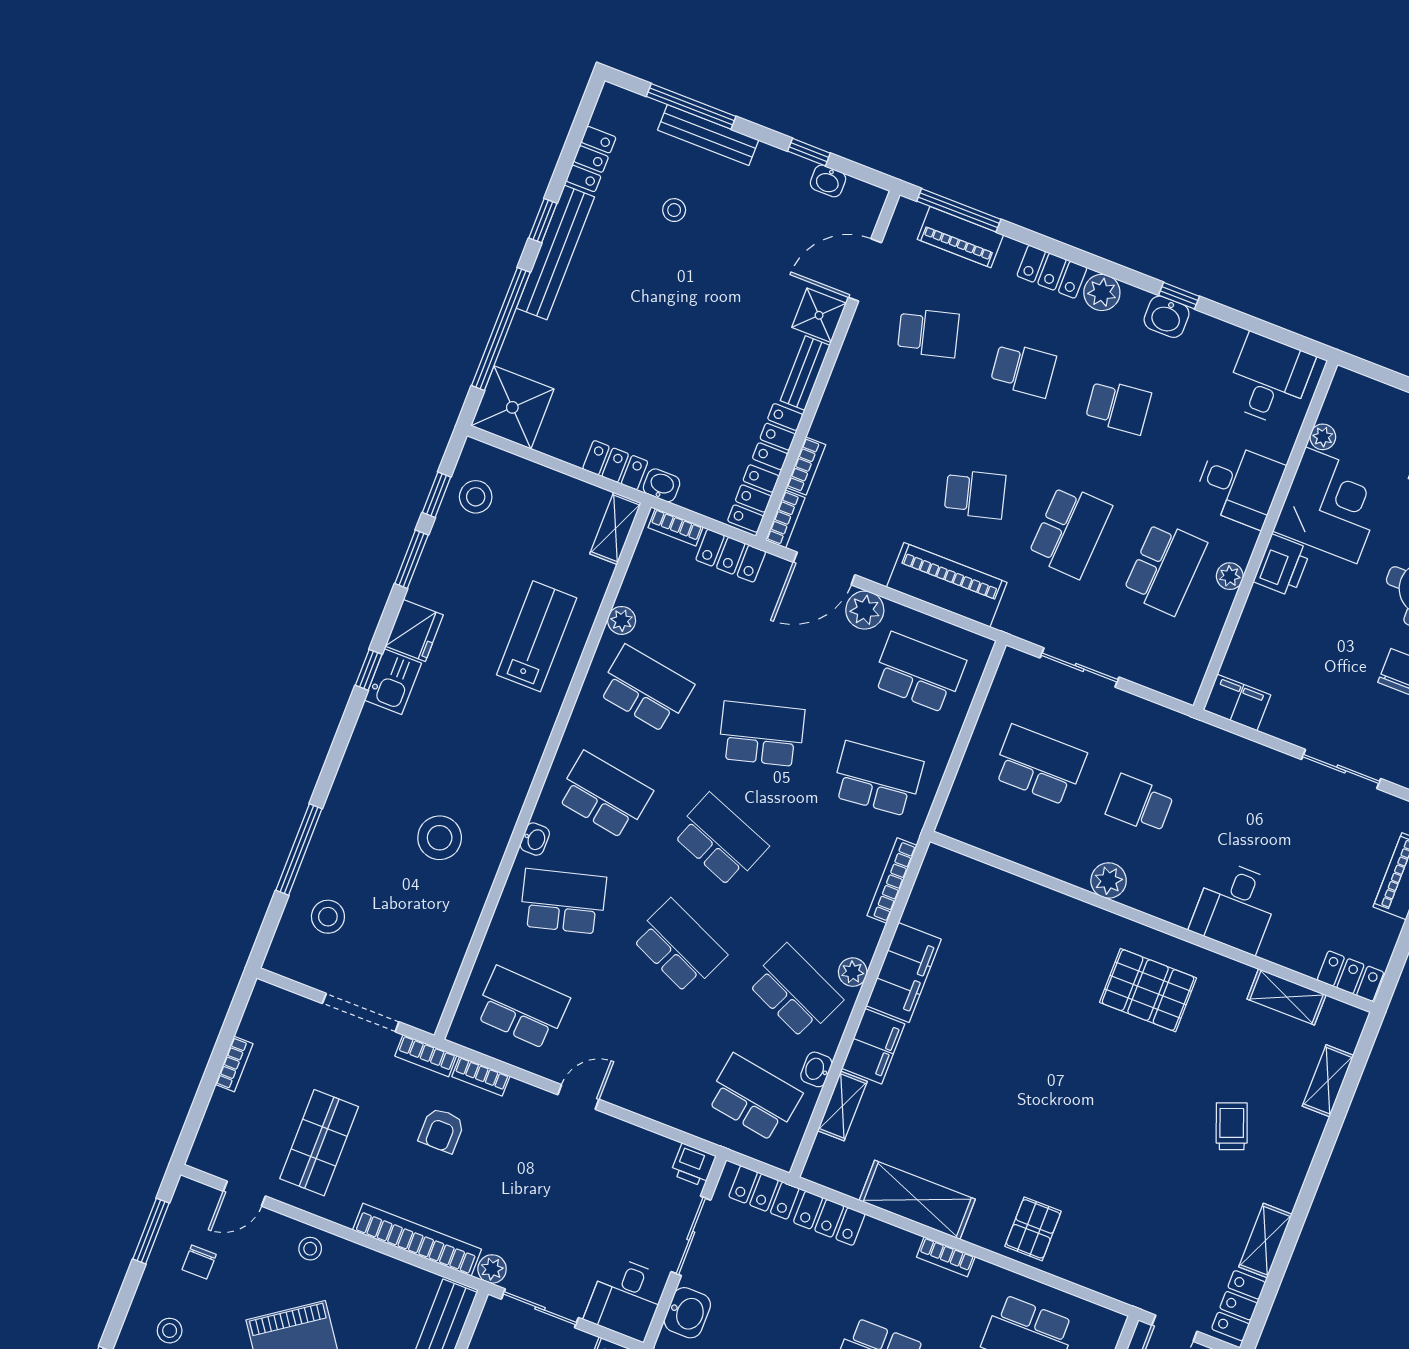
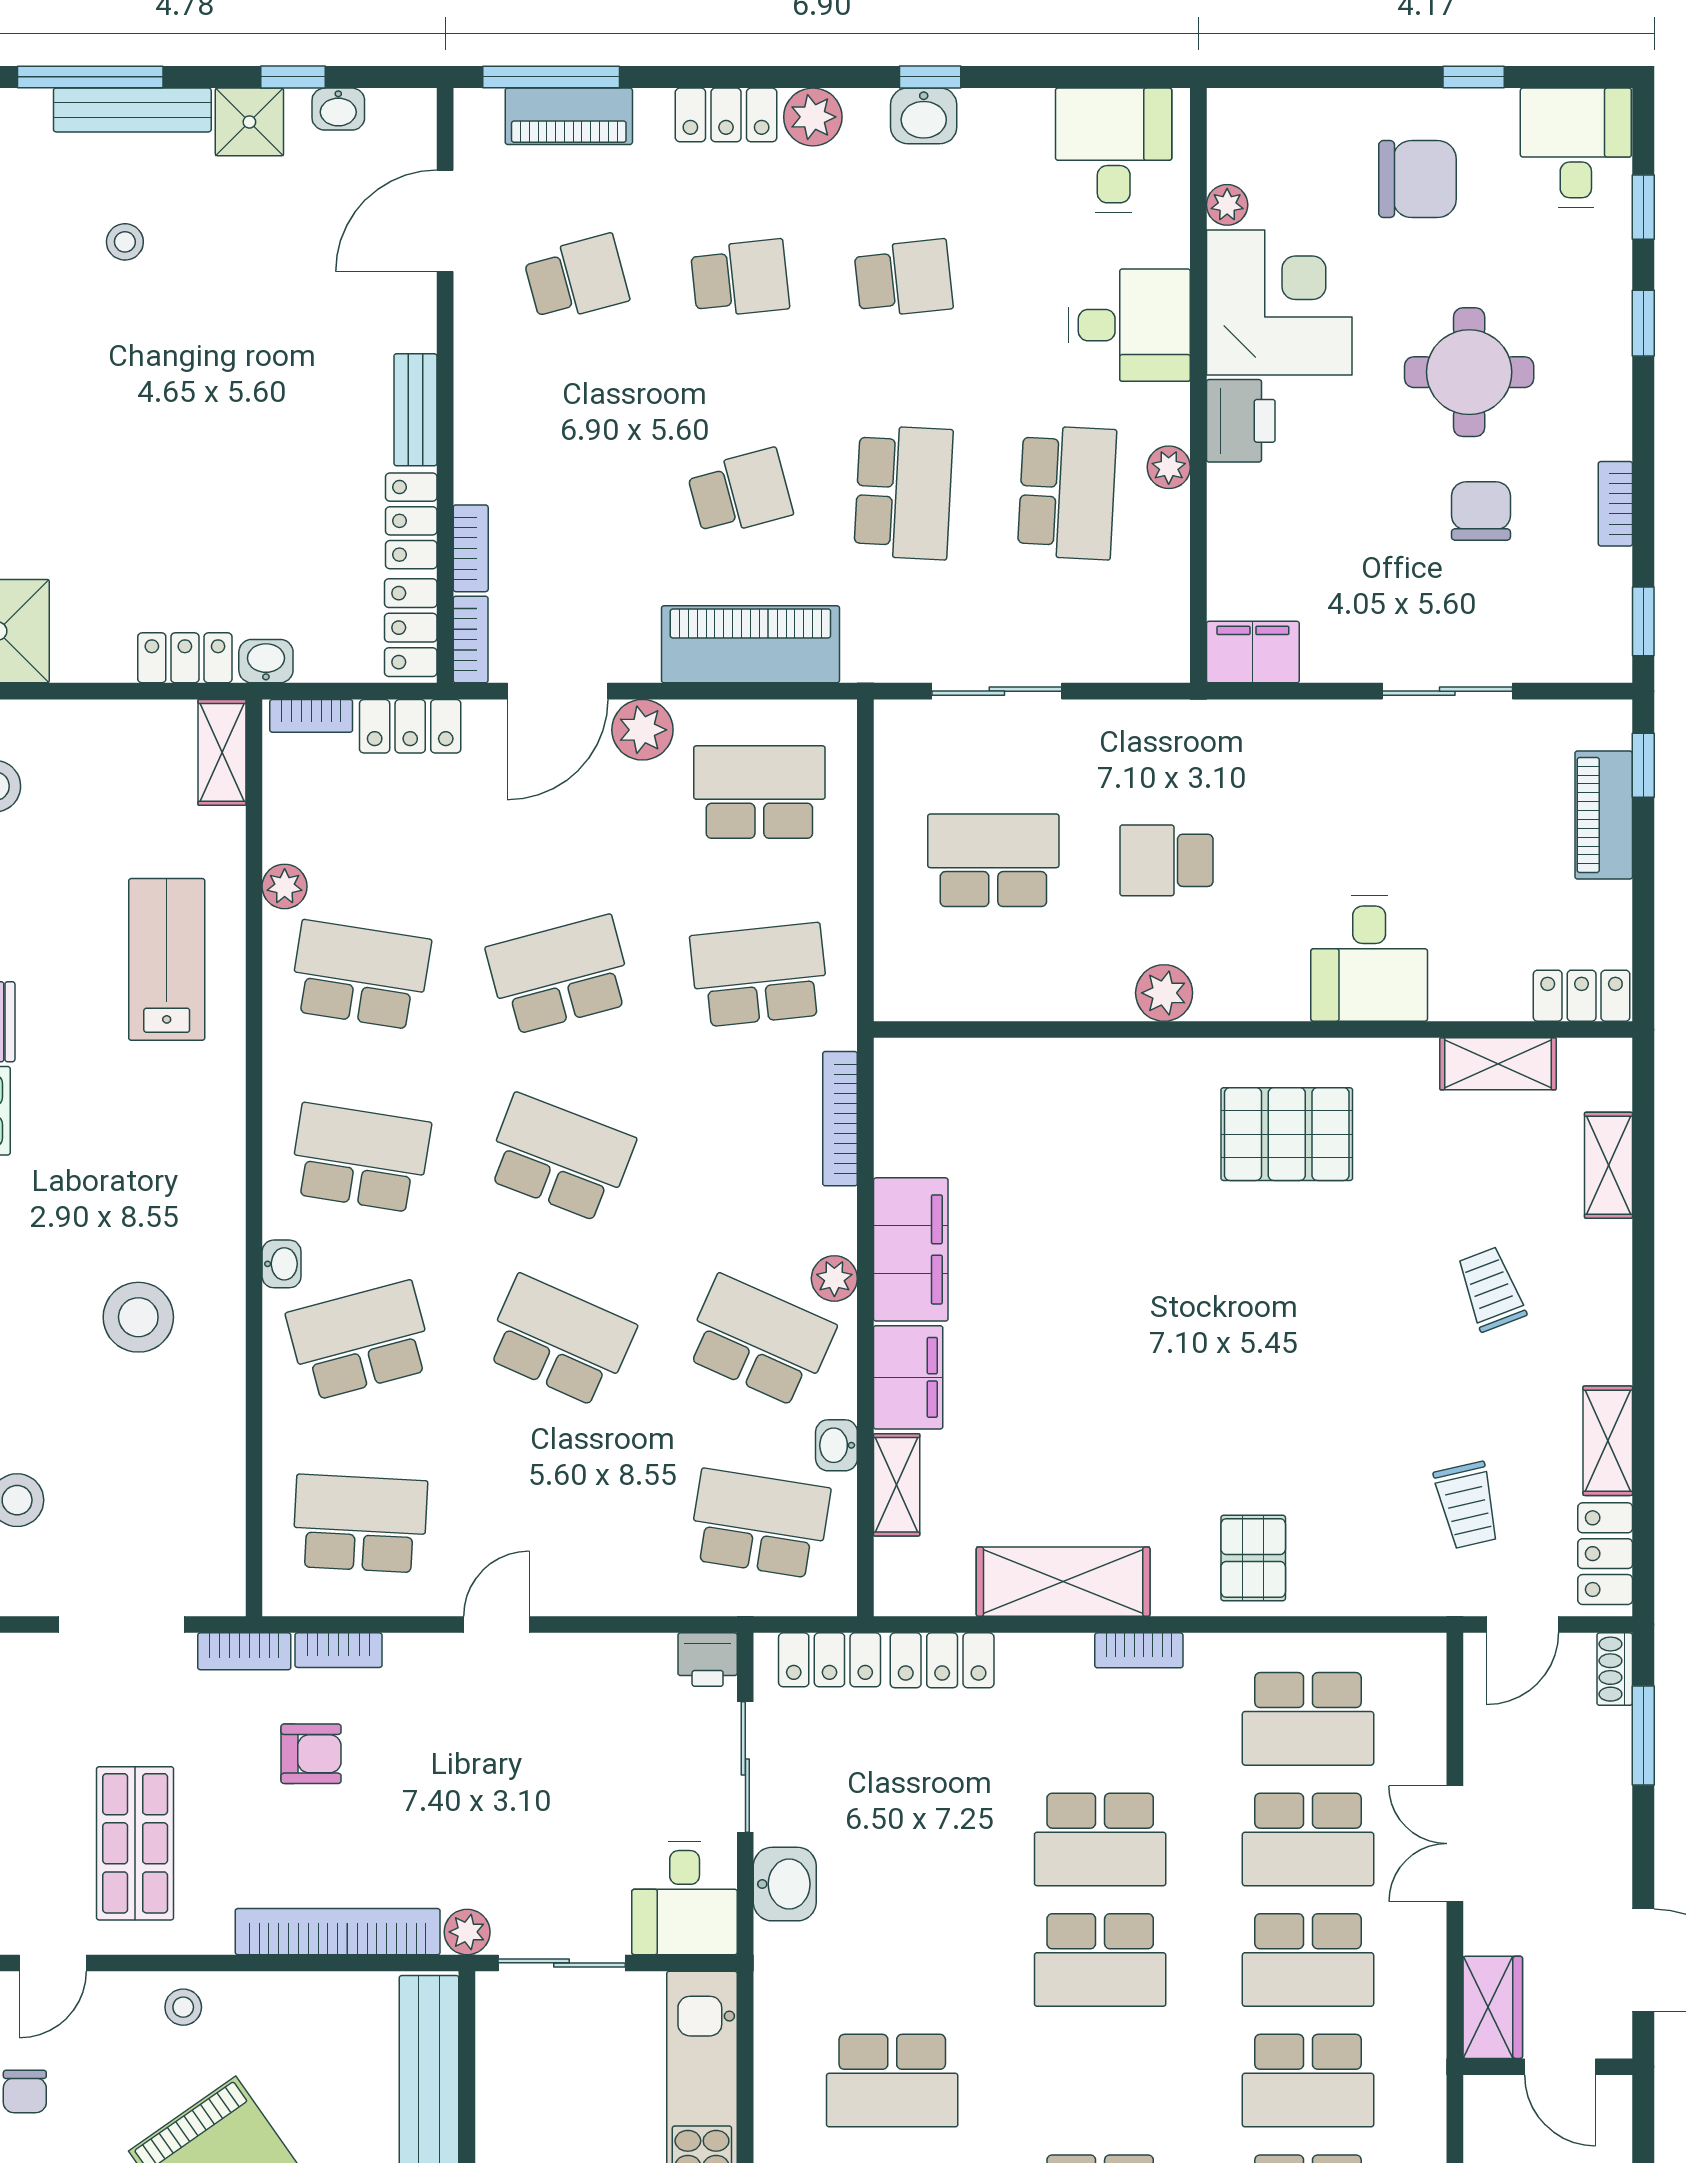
shower: (819, 315) -> (249, 122), moved
armchair: (442, 1130) -> (311, 1754), turned -90
trolley: (1169, 1246) -> (1467, 1505), added

